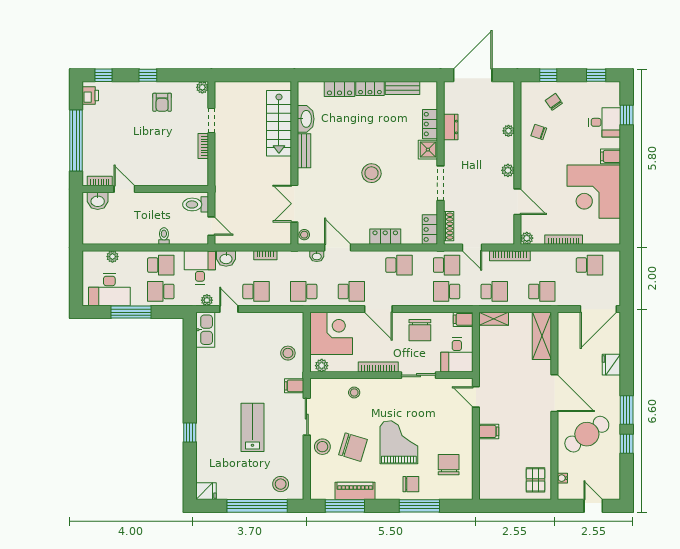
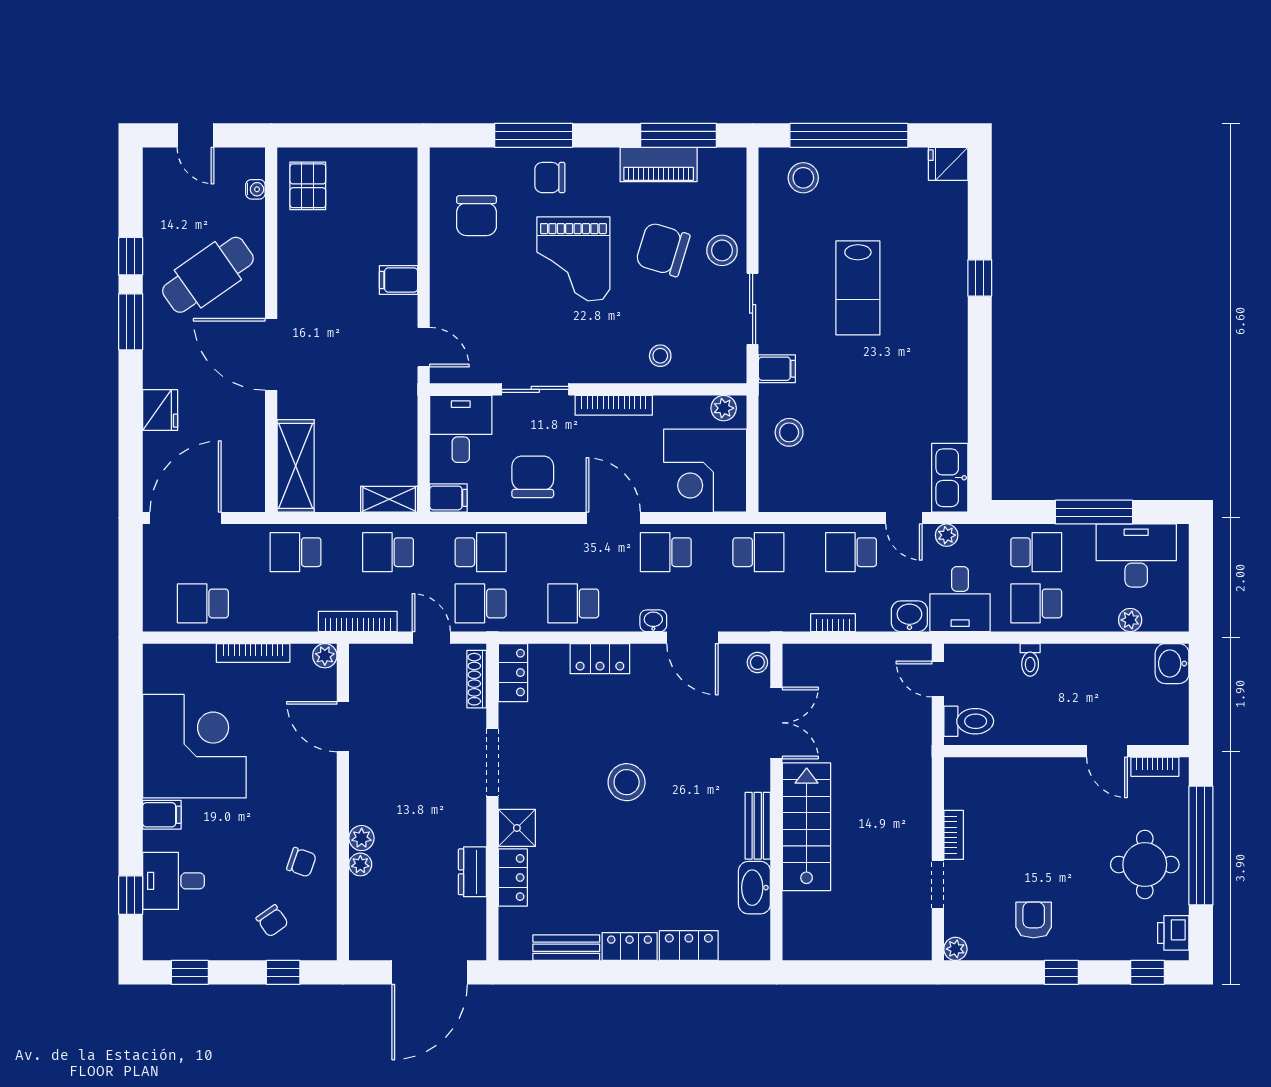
stairs: (279, 123) -> (807, 827), moved
round table: (105, 131) -> (1145, 865), added
plant: (508, 170) -> (362, 838), moved
washbasin: (98, 201) -> (1172, 664), moved, turned -90
washbasin: (317, 256) -> (653, 621), moved

